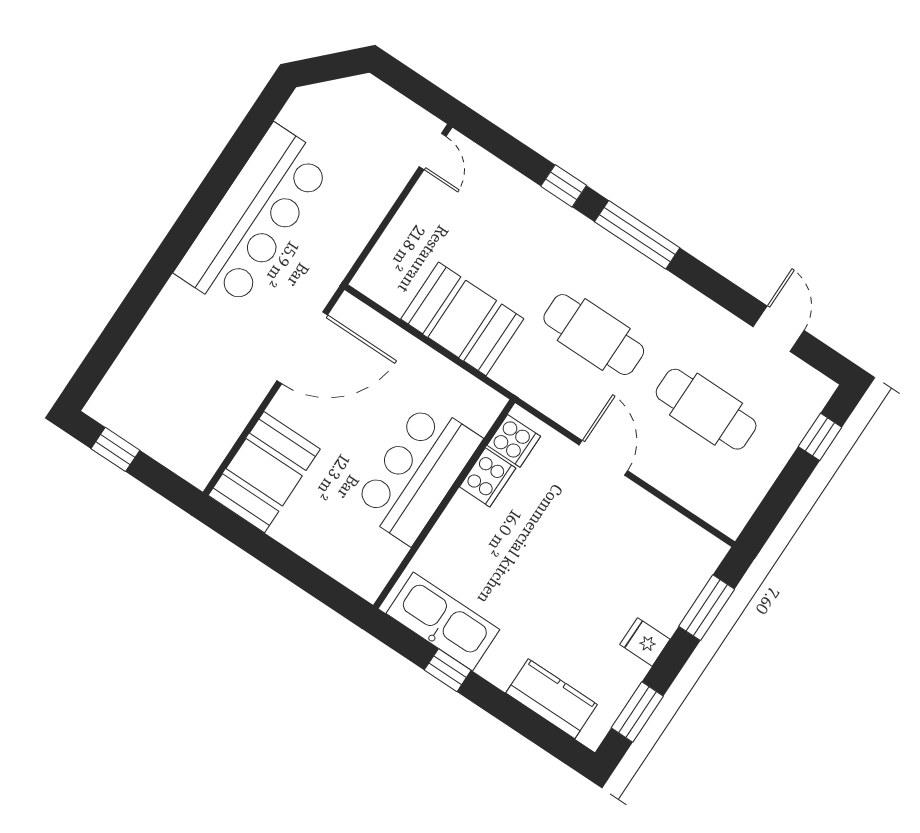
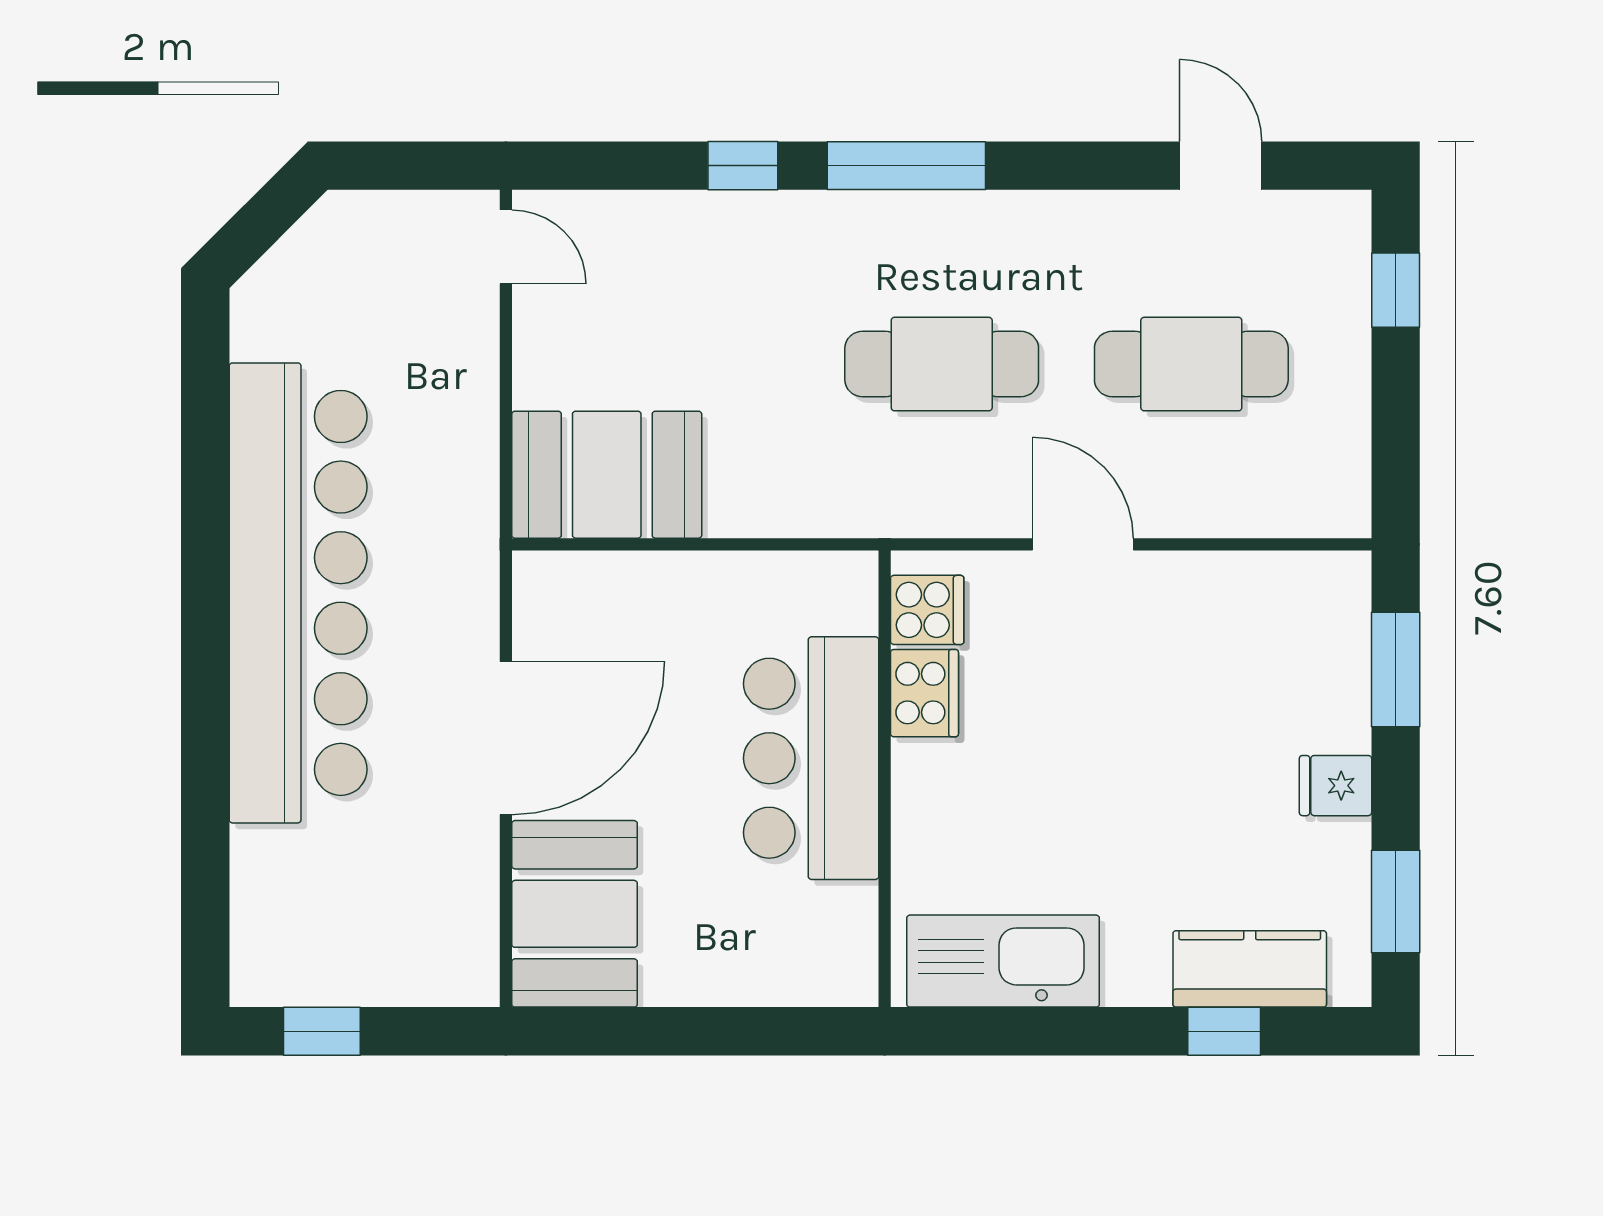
bar counter: (254, 218) -> (298, 593), width x1.36
booth: (462, 319) -> (607, 475), moved
door: (302, 348) -> (506, 738), moved
window: (448, 670) -> (1224, 1031), moved

